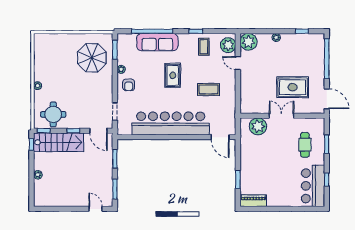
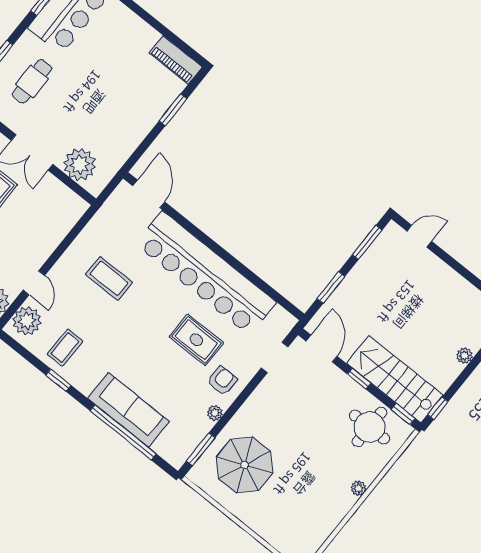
rug: (173, 75) -> (196, 340), moved, turned 90
door: (96, 209) -> (419, 236), swing flipped

